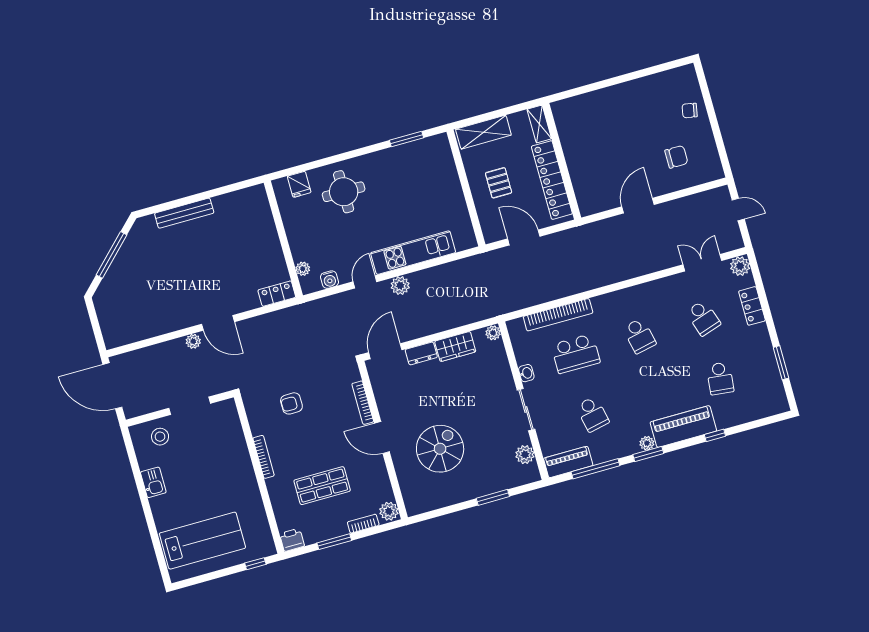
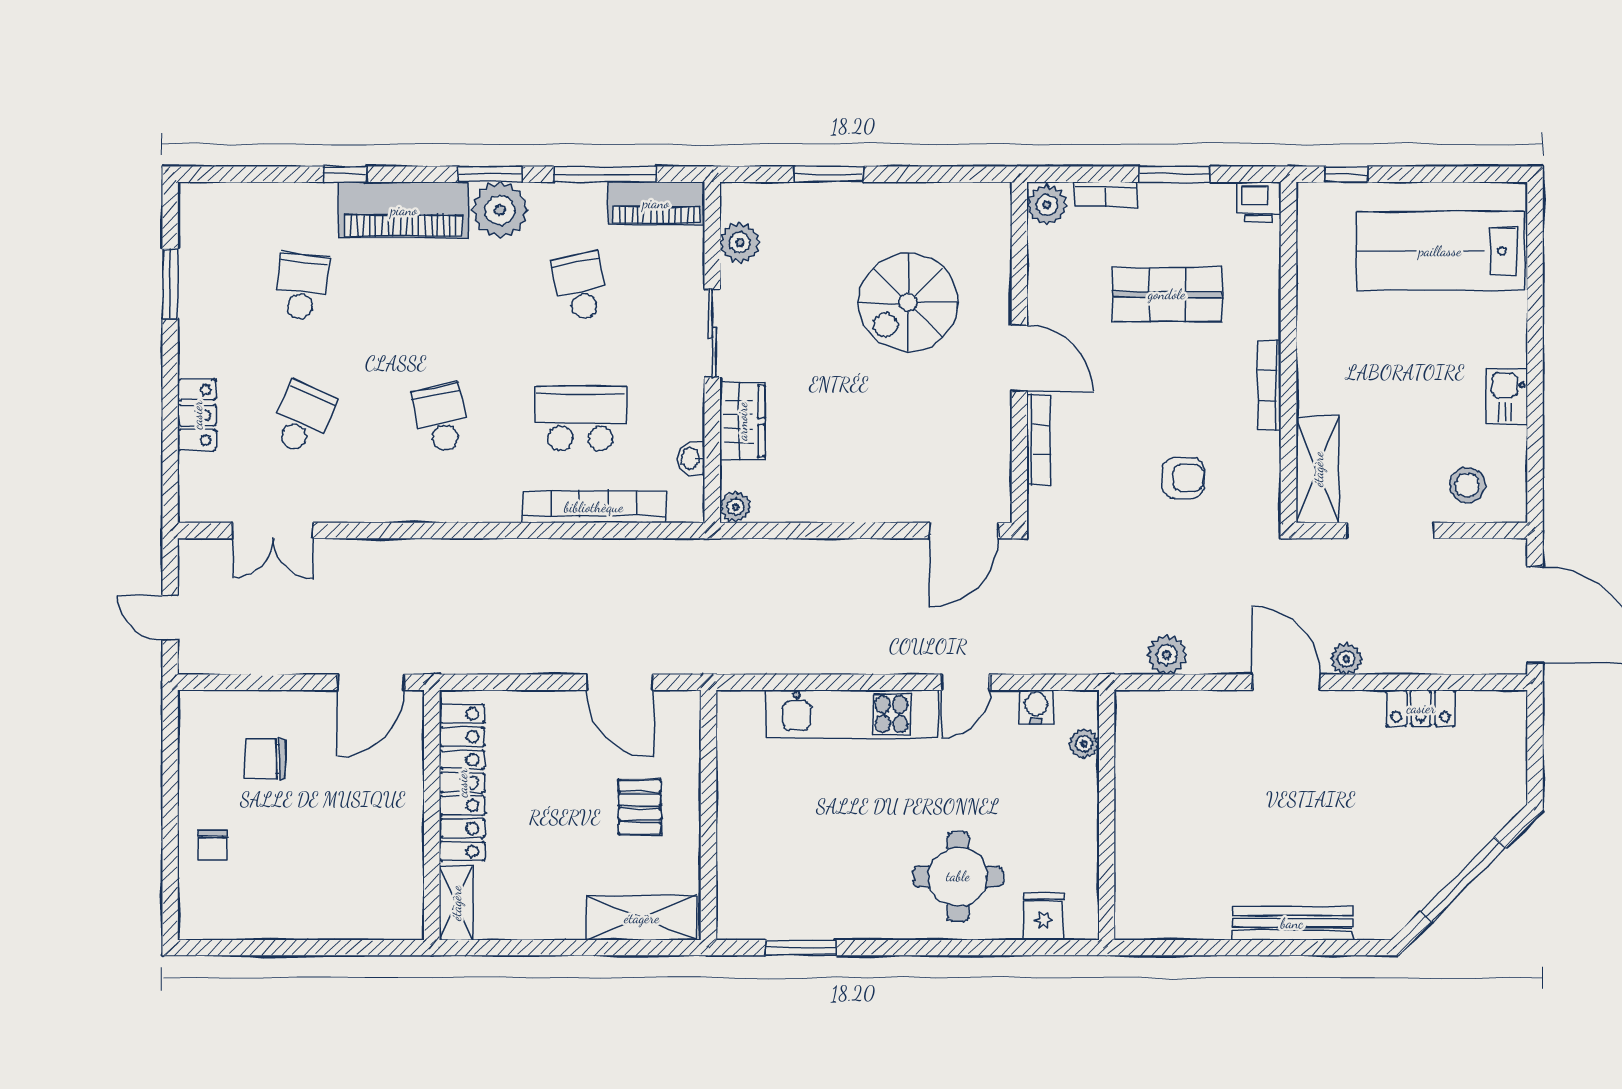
chair: (690, 110) -> (212, 845), turned 79
shelving: (539, 124) -> (456, 903), moved
wall: (562, 161) -> (432, 815), moved
locker: (552, 180) -> (462, 783), moved
plant: (740, 266) -> (198, 502), removed
plant: (400, 286) -> (1167, 655), moved
locker: (277, 294) -> (1421, 708), moved
school desk: (703, 318) -> (302, 418), turned 42
wardrobe: (455, 347) -> (742, 421), moved, turned 90
dresser: (421, 353) -> (892, 506), removed
washbasin: (526, 373) -> (691, 459), moved
shelving: (231, 425) -> (1318, 469), added
plant: (647, 443) -> (500, 210), width x1.87, depth x1.87

